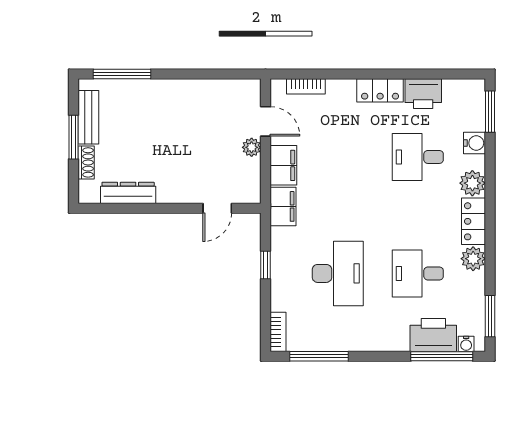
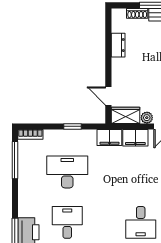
desk: (418, 157) -> (141, 222), turned 180
wardrobe: (248, 181) -> (125, 115), added
dresser: (128, 193) -> (118, 45), width x0.70
desk: (338, 273) -> (67, 172), turned 180

